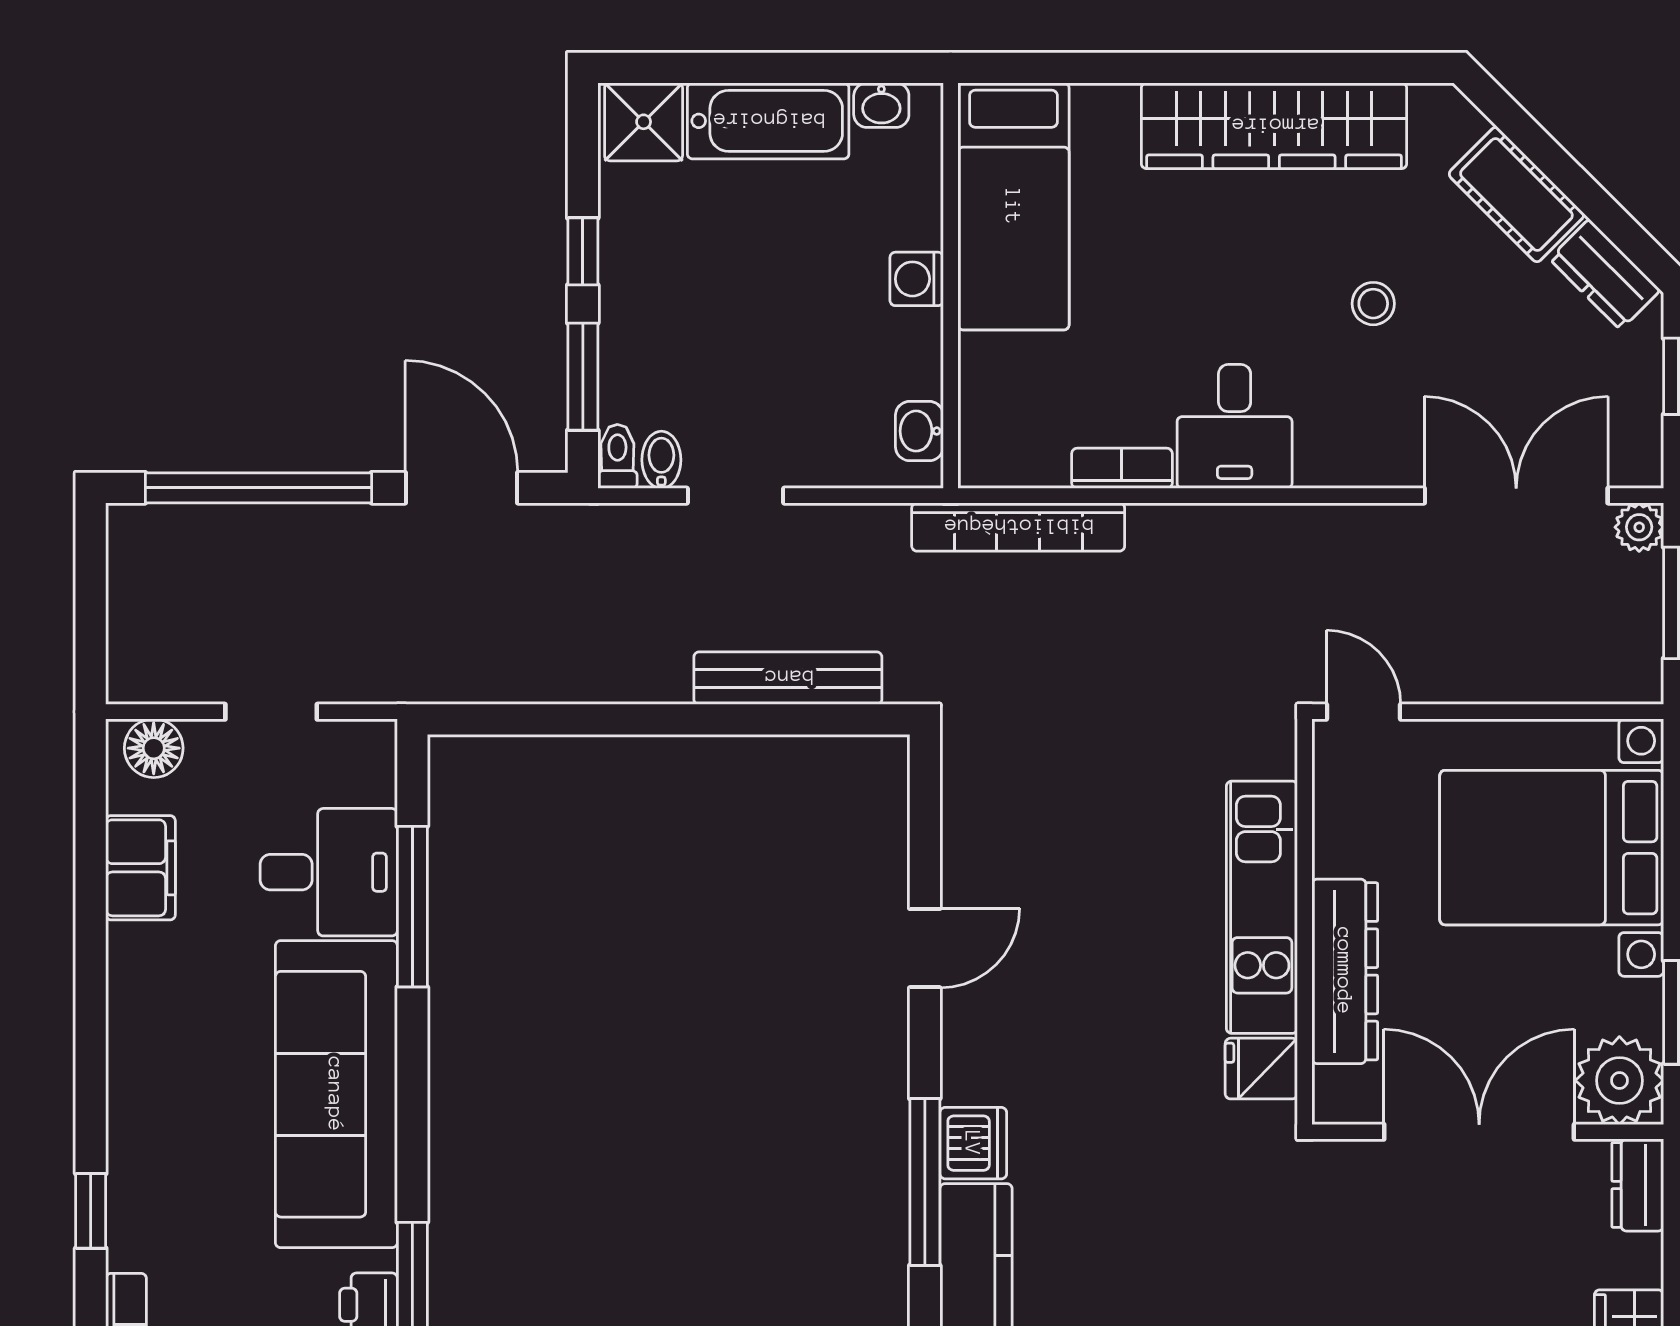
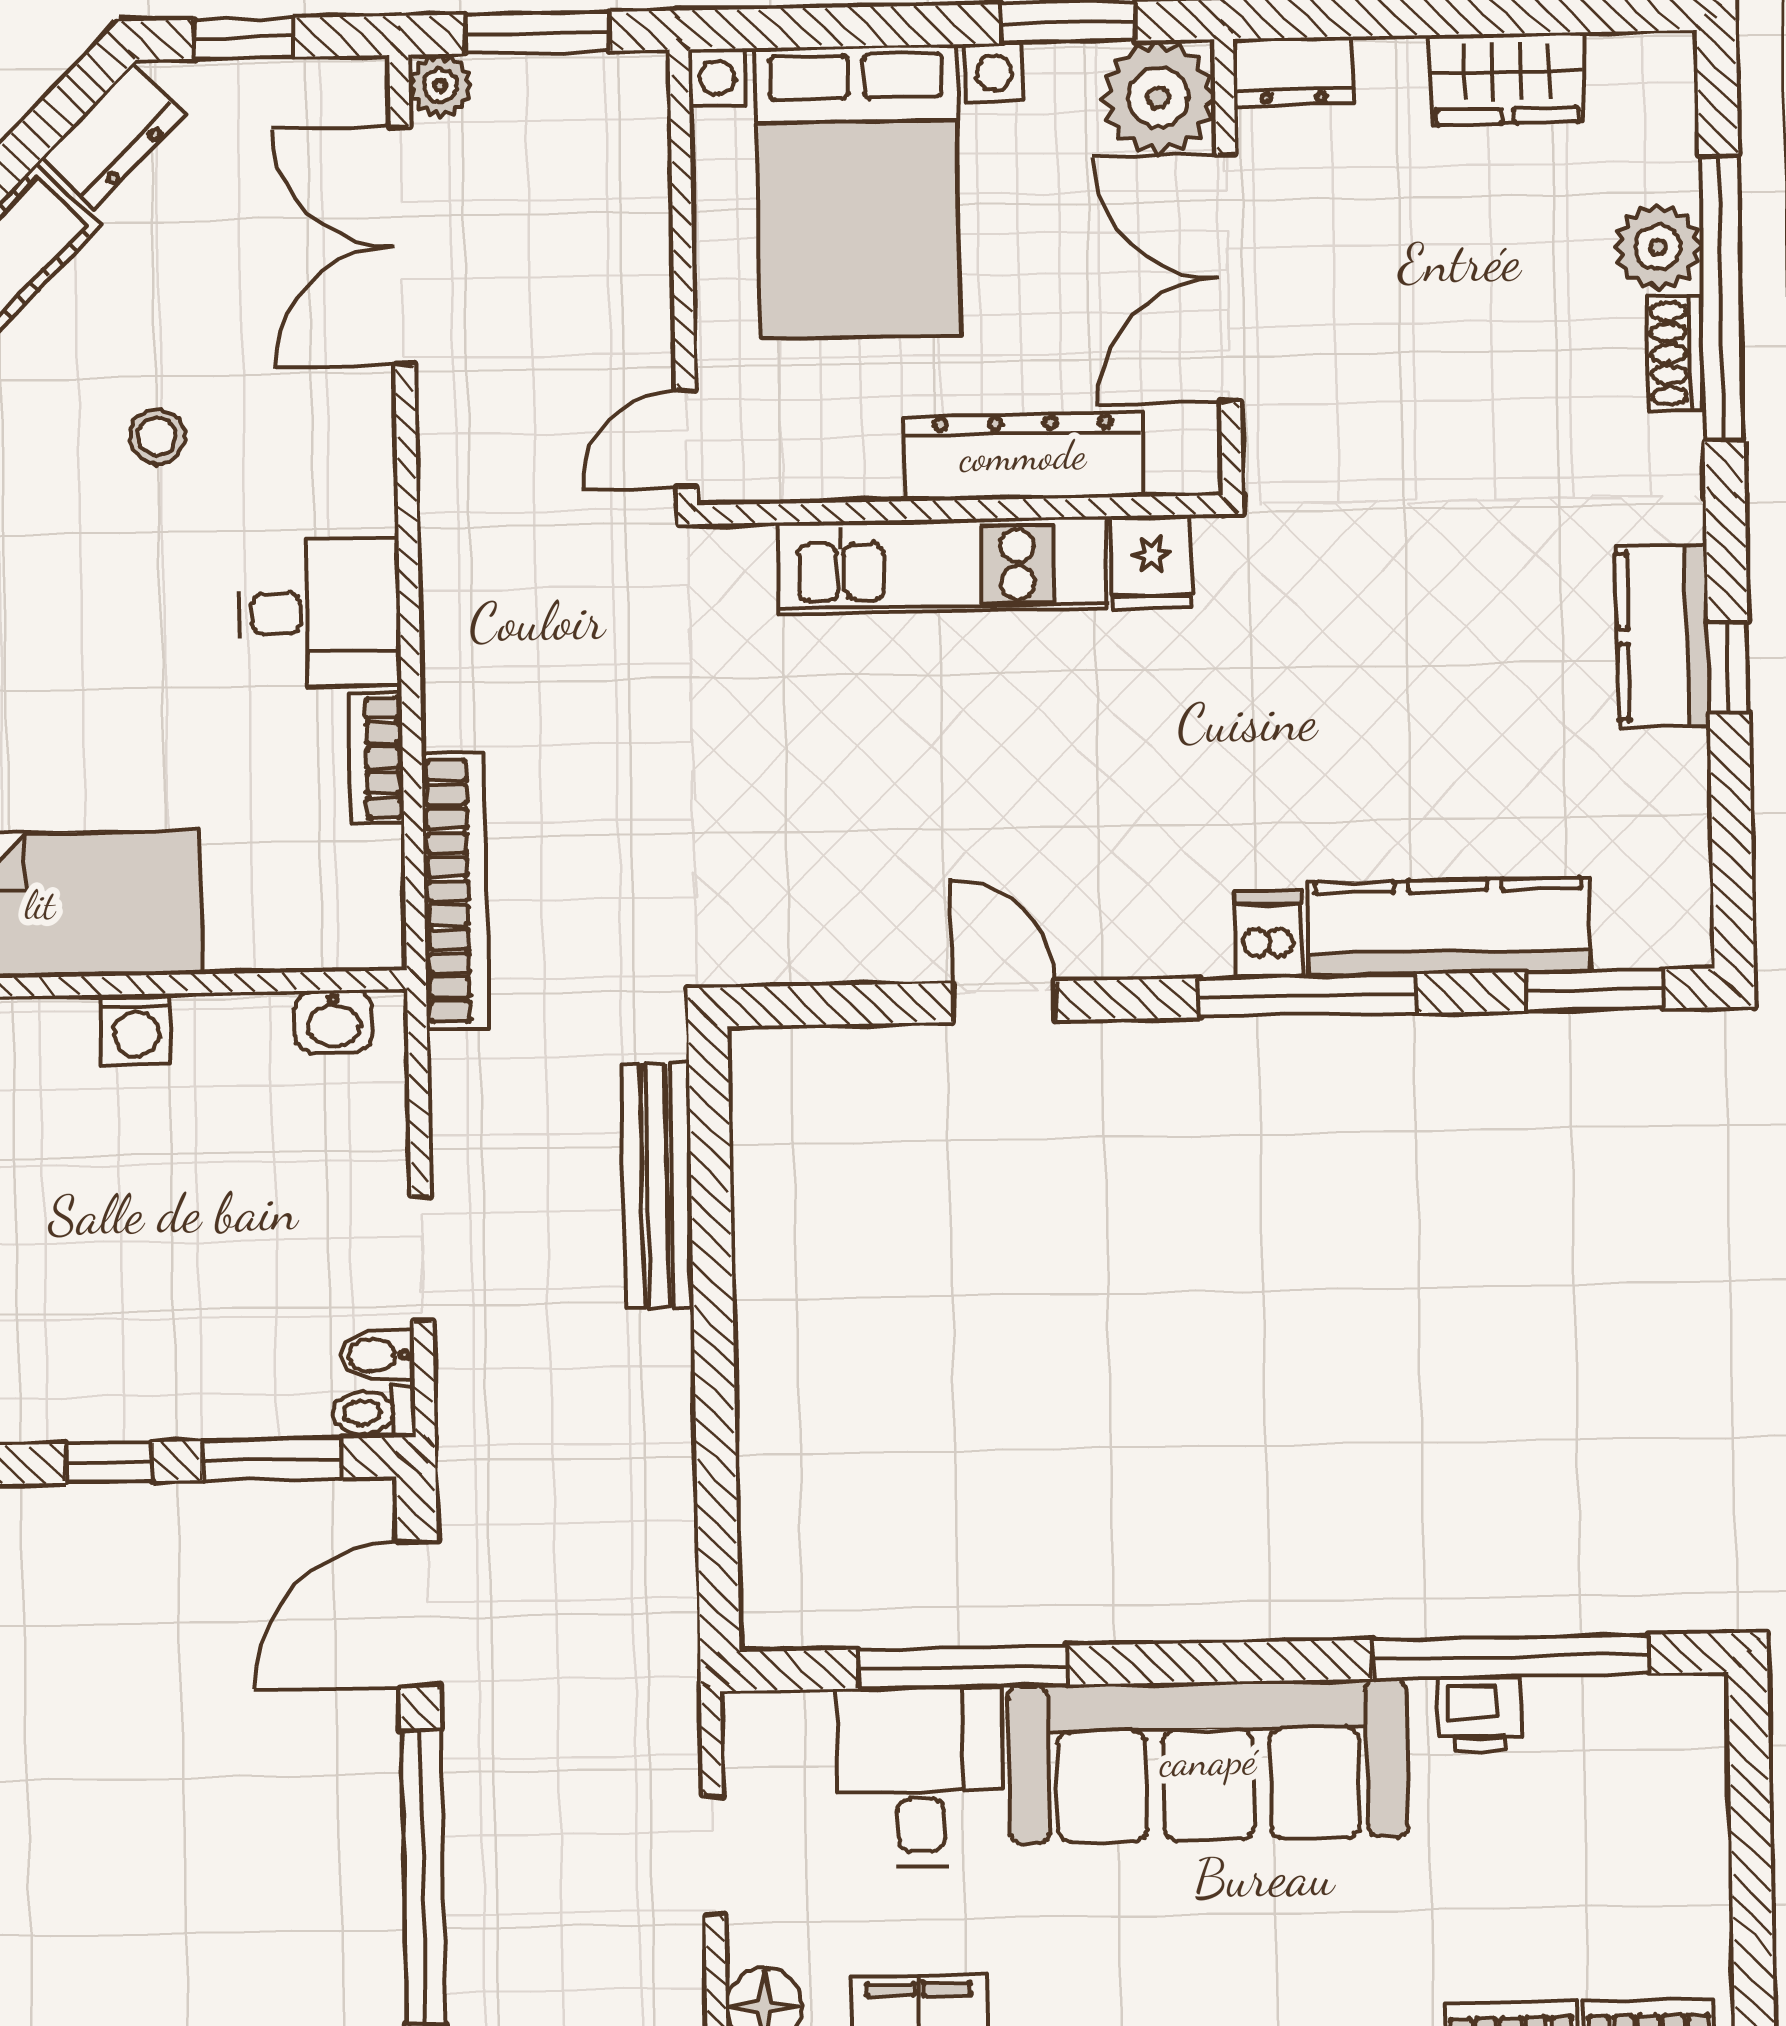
dishwasher: (973, 1143) -> (1268, 934), width x0.73

